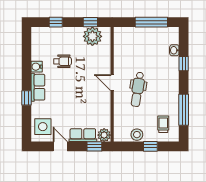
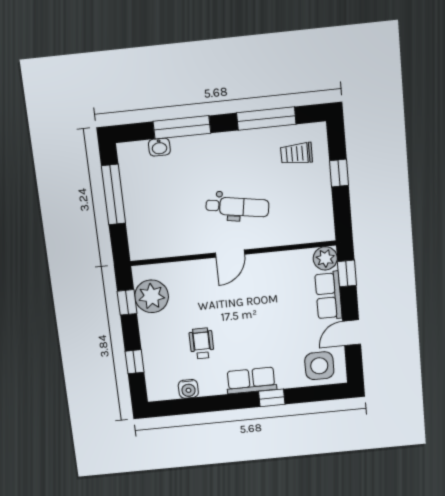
window: (184, 64) -> (182, 127), width x2.17
water cooler: (37, 67) -> (188, 389), moved
stool: (137, 135) -> (320, 200), removed

